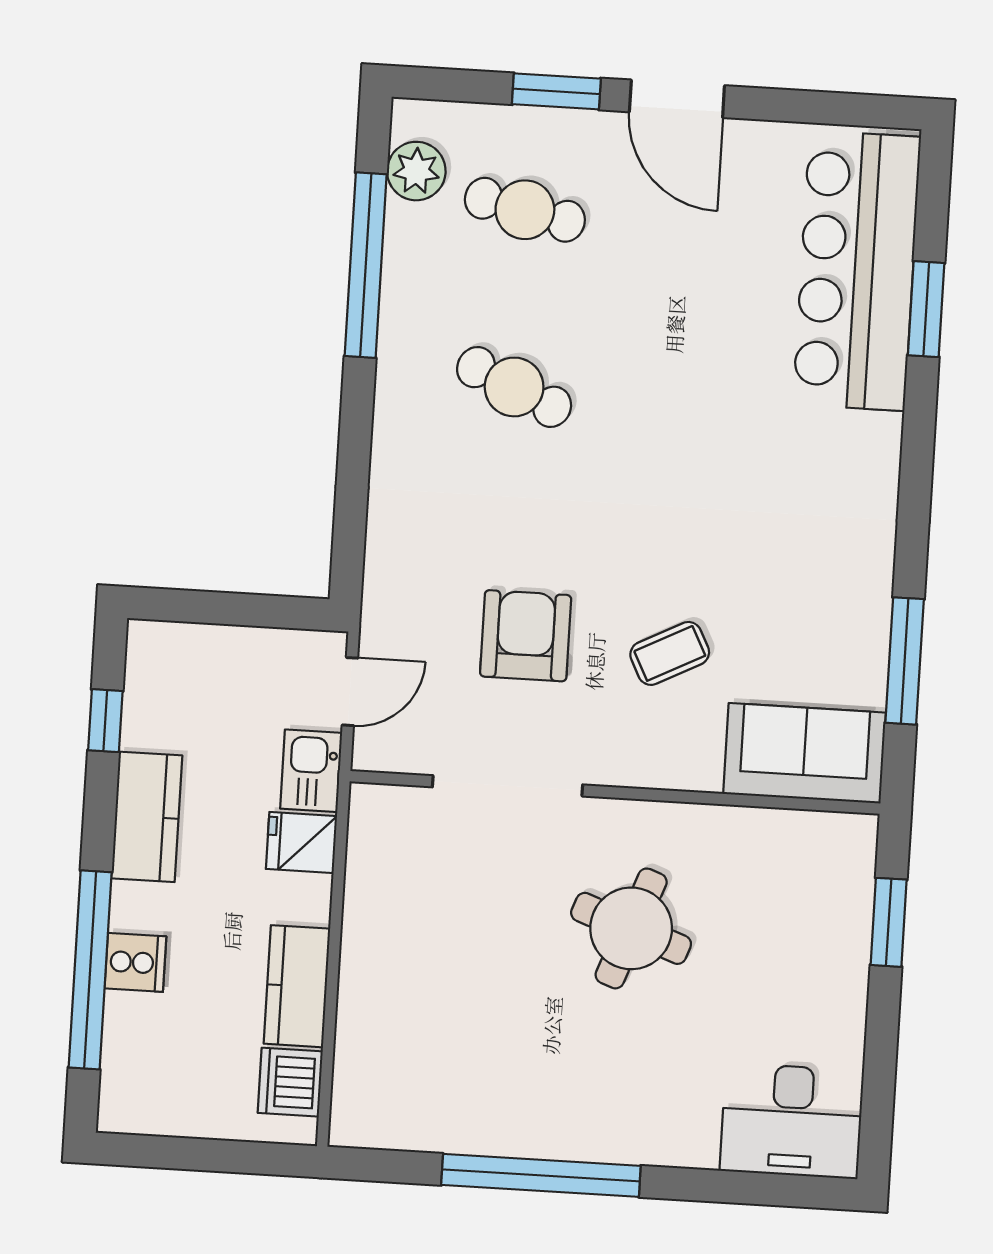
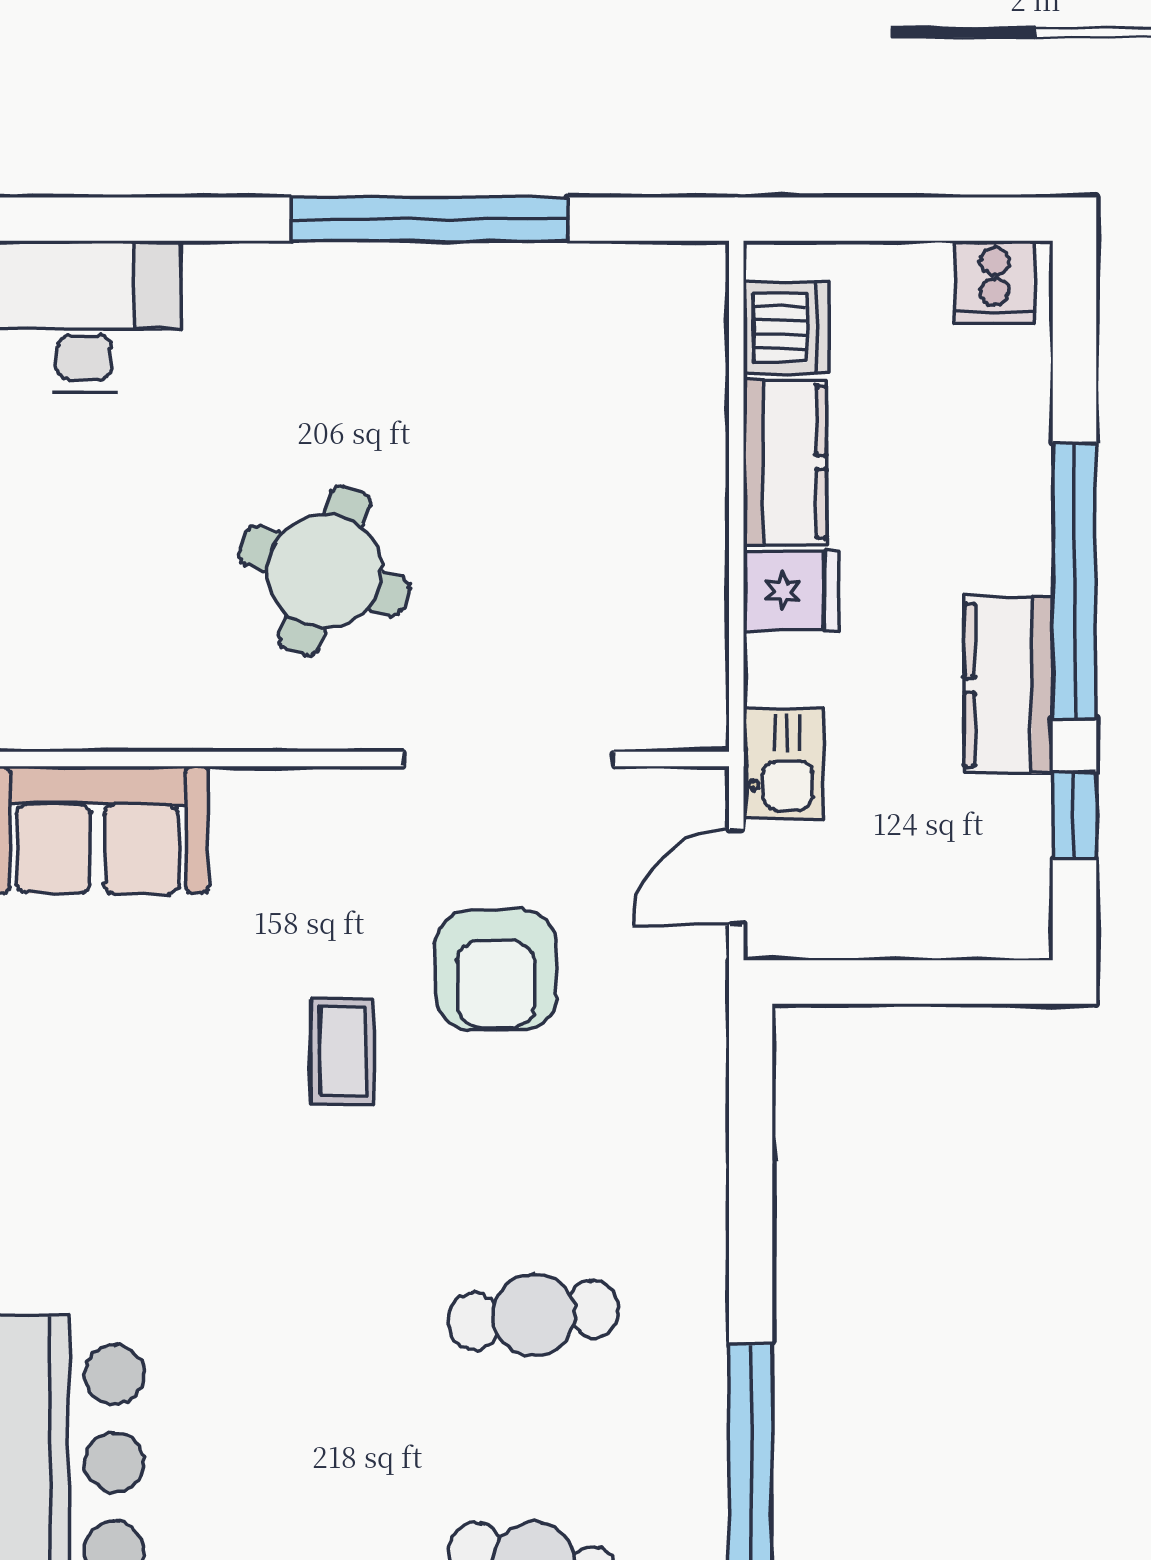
cafe table: (514, 387) -> (533, 1315), turned -30
coffee table: (670, 653) -> (343, 1051), moved, turned -63
fridge: (301, 843) -> (791, 590), moved
cooker: (135, 962) -> (995, 282), moved, turned -90
window: (90, 970) -> (1075, 581), moved

